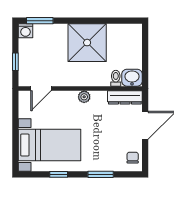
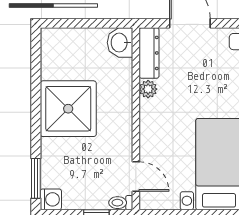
toilet: (116, 78) -> (121, 203), moved
plant: (84, 97) -> (148, 89), moved

